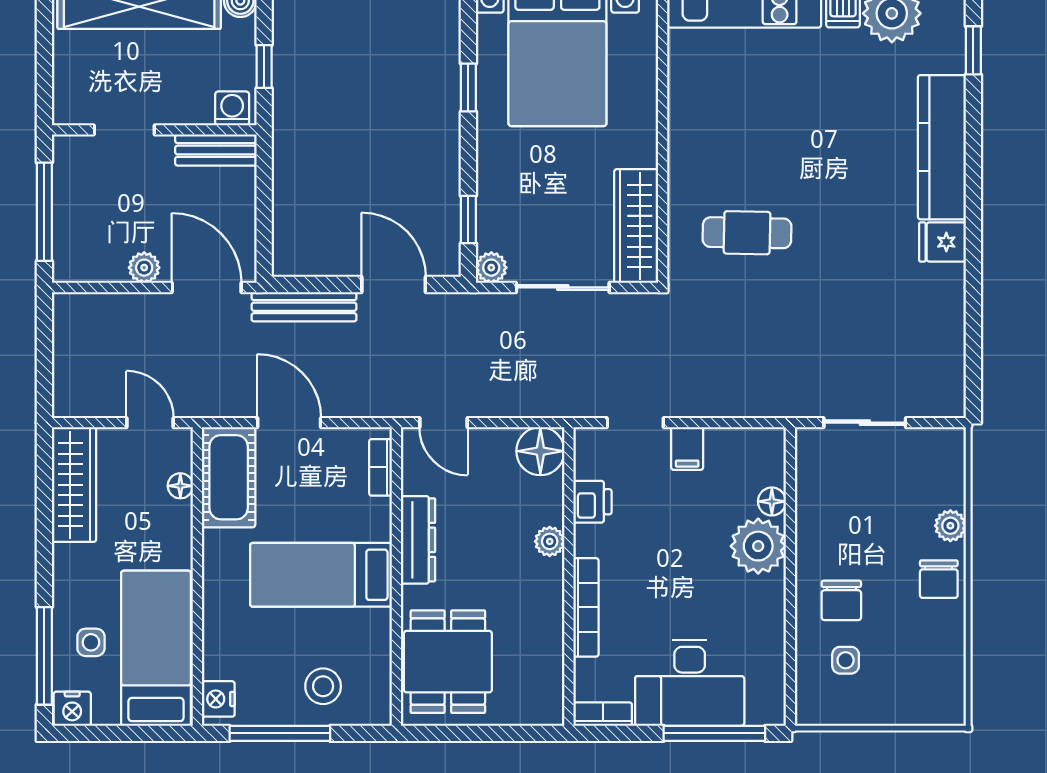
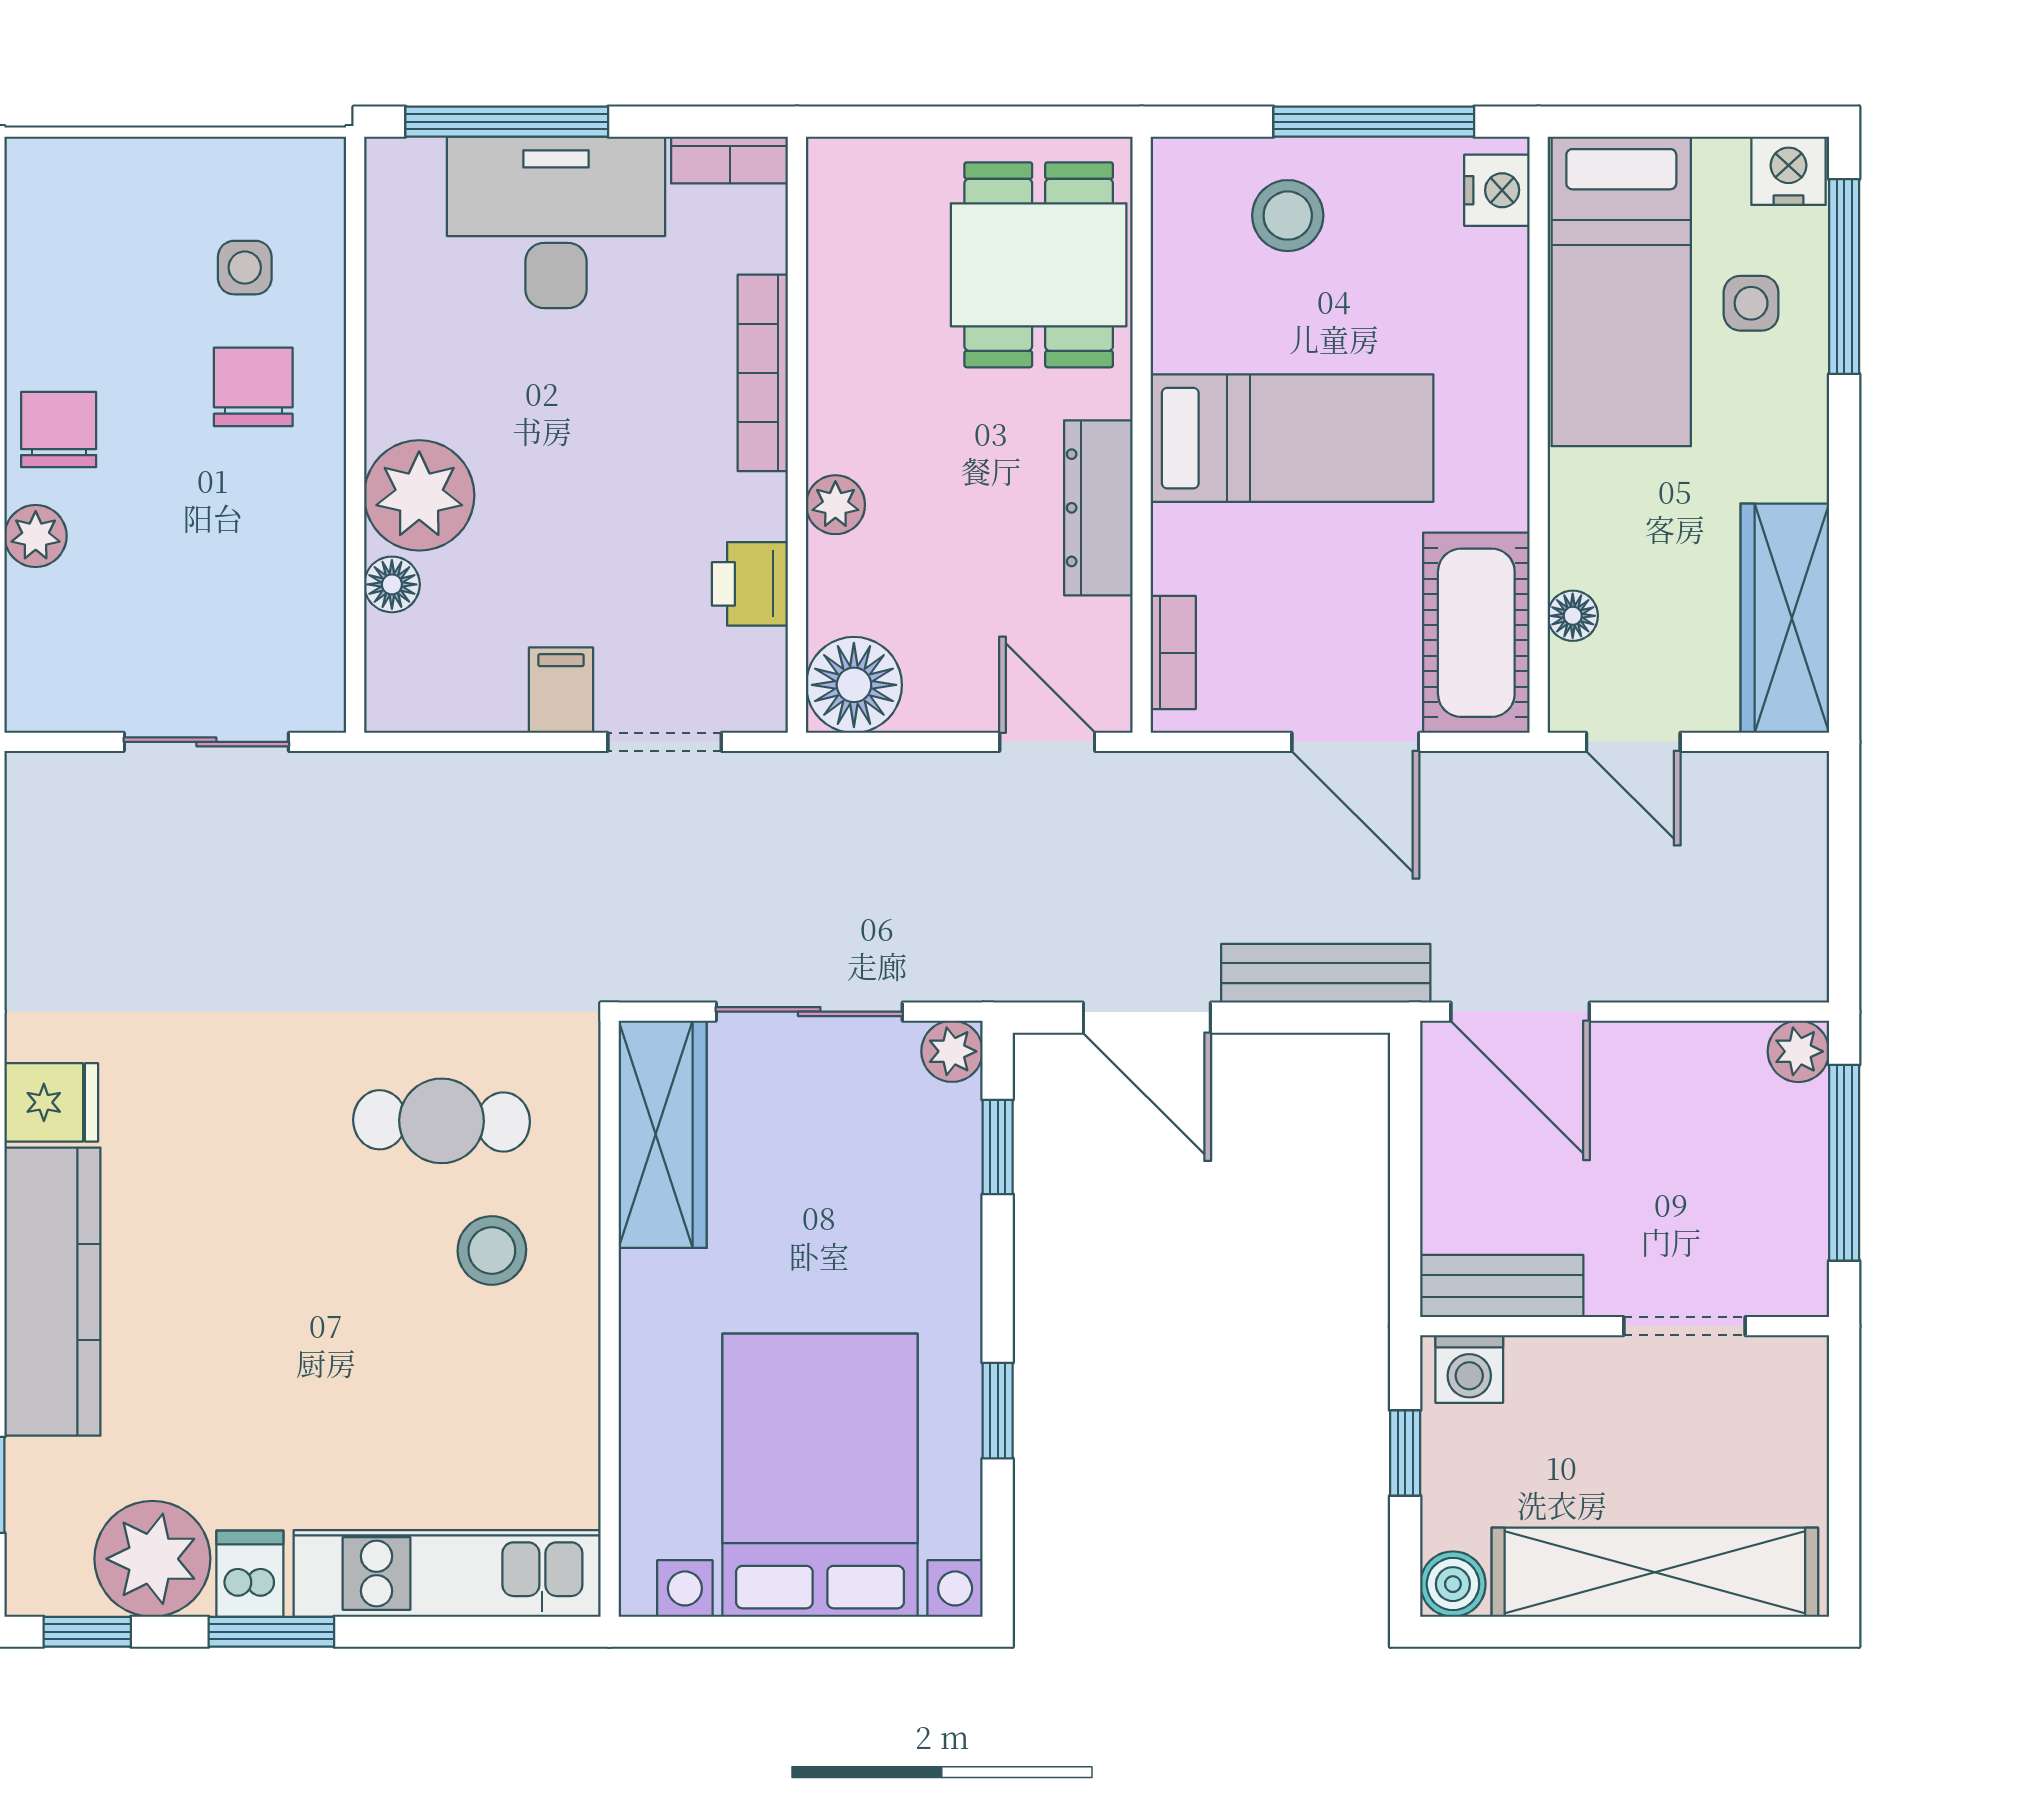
stool: (722, 168) -> (492, 1250), added
plant: (144, 268) -> (1798, 1051), moved

